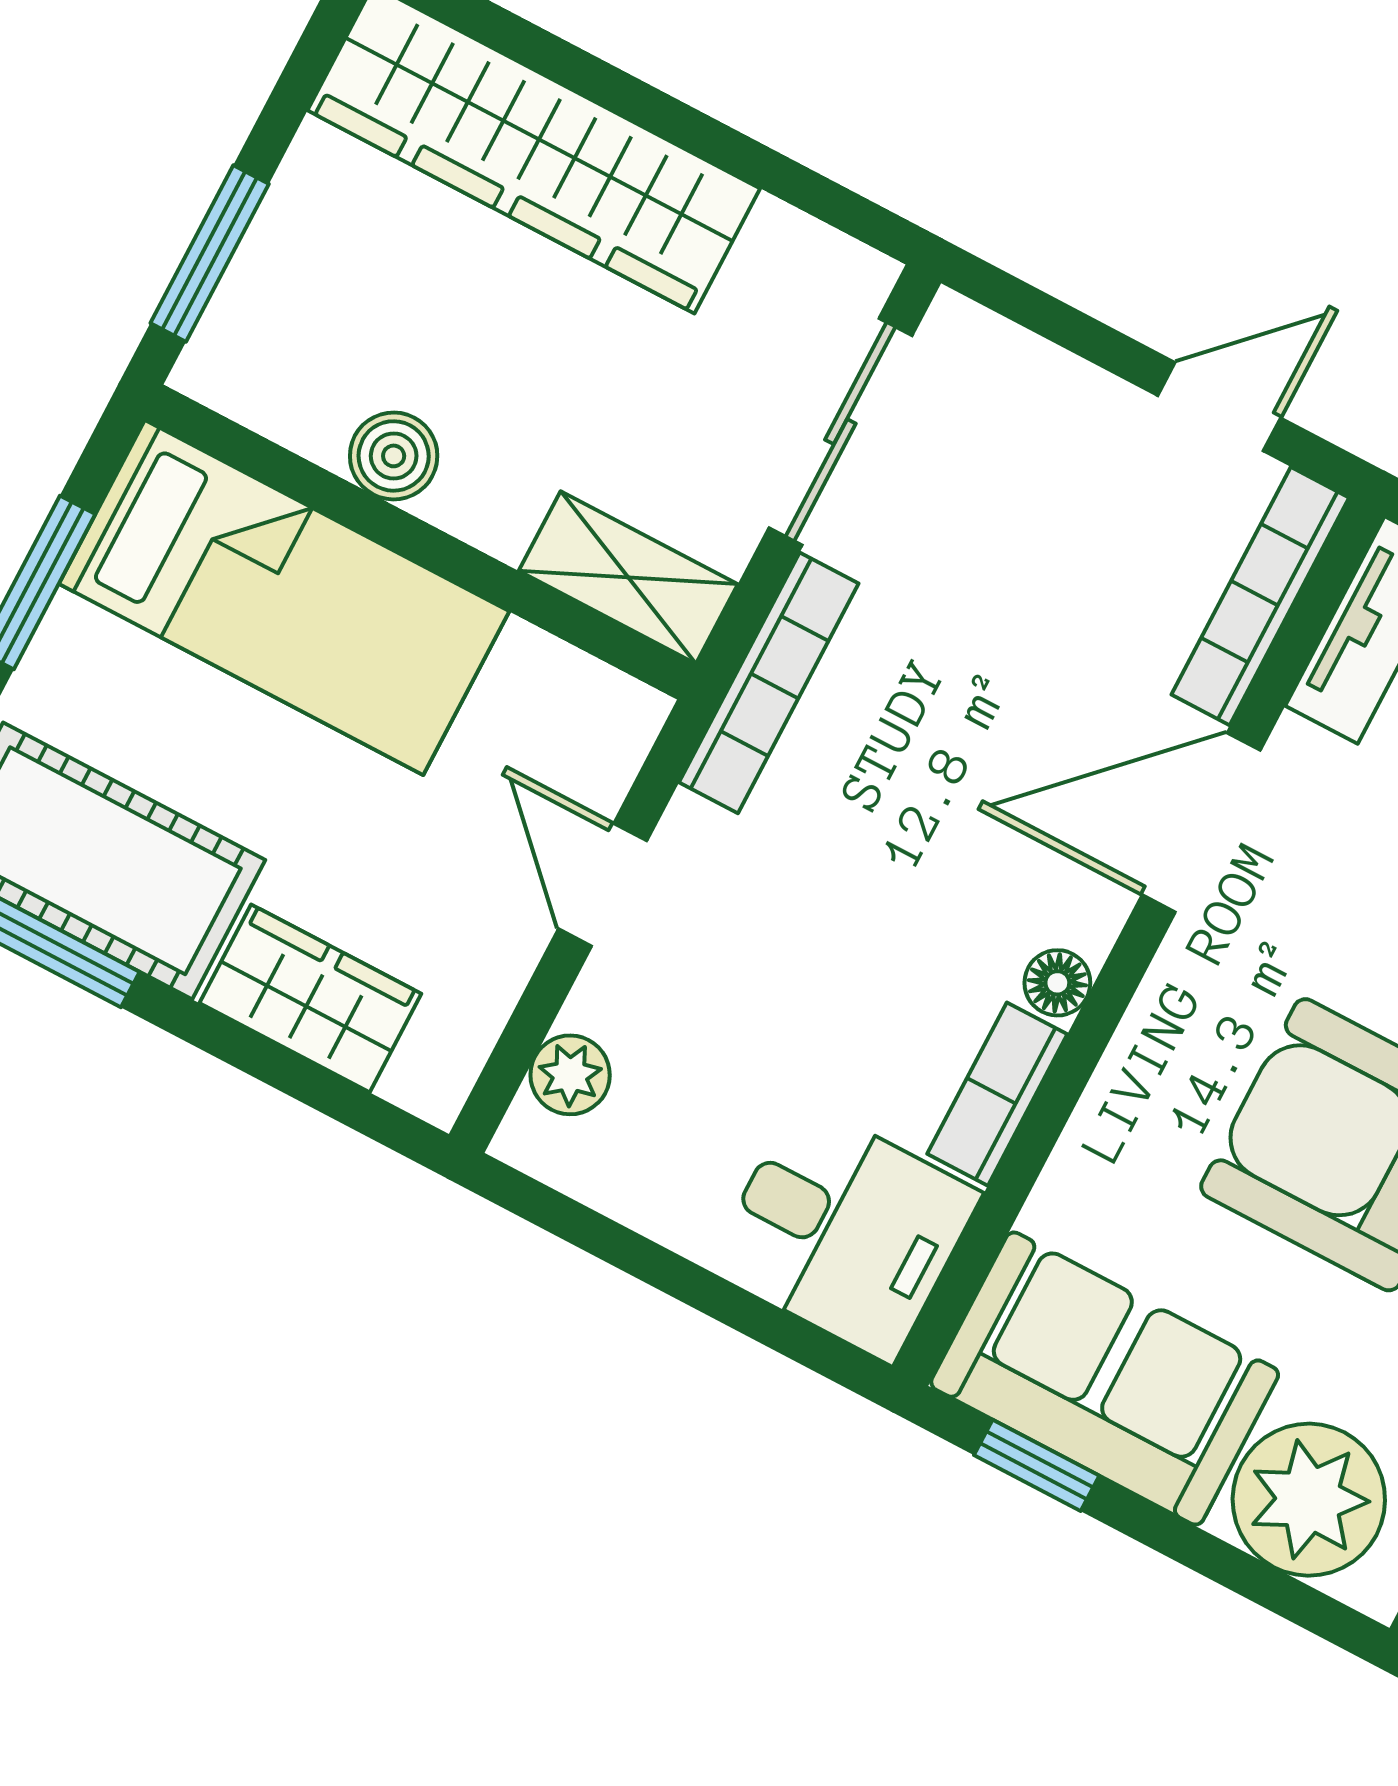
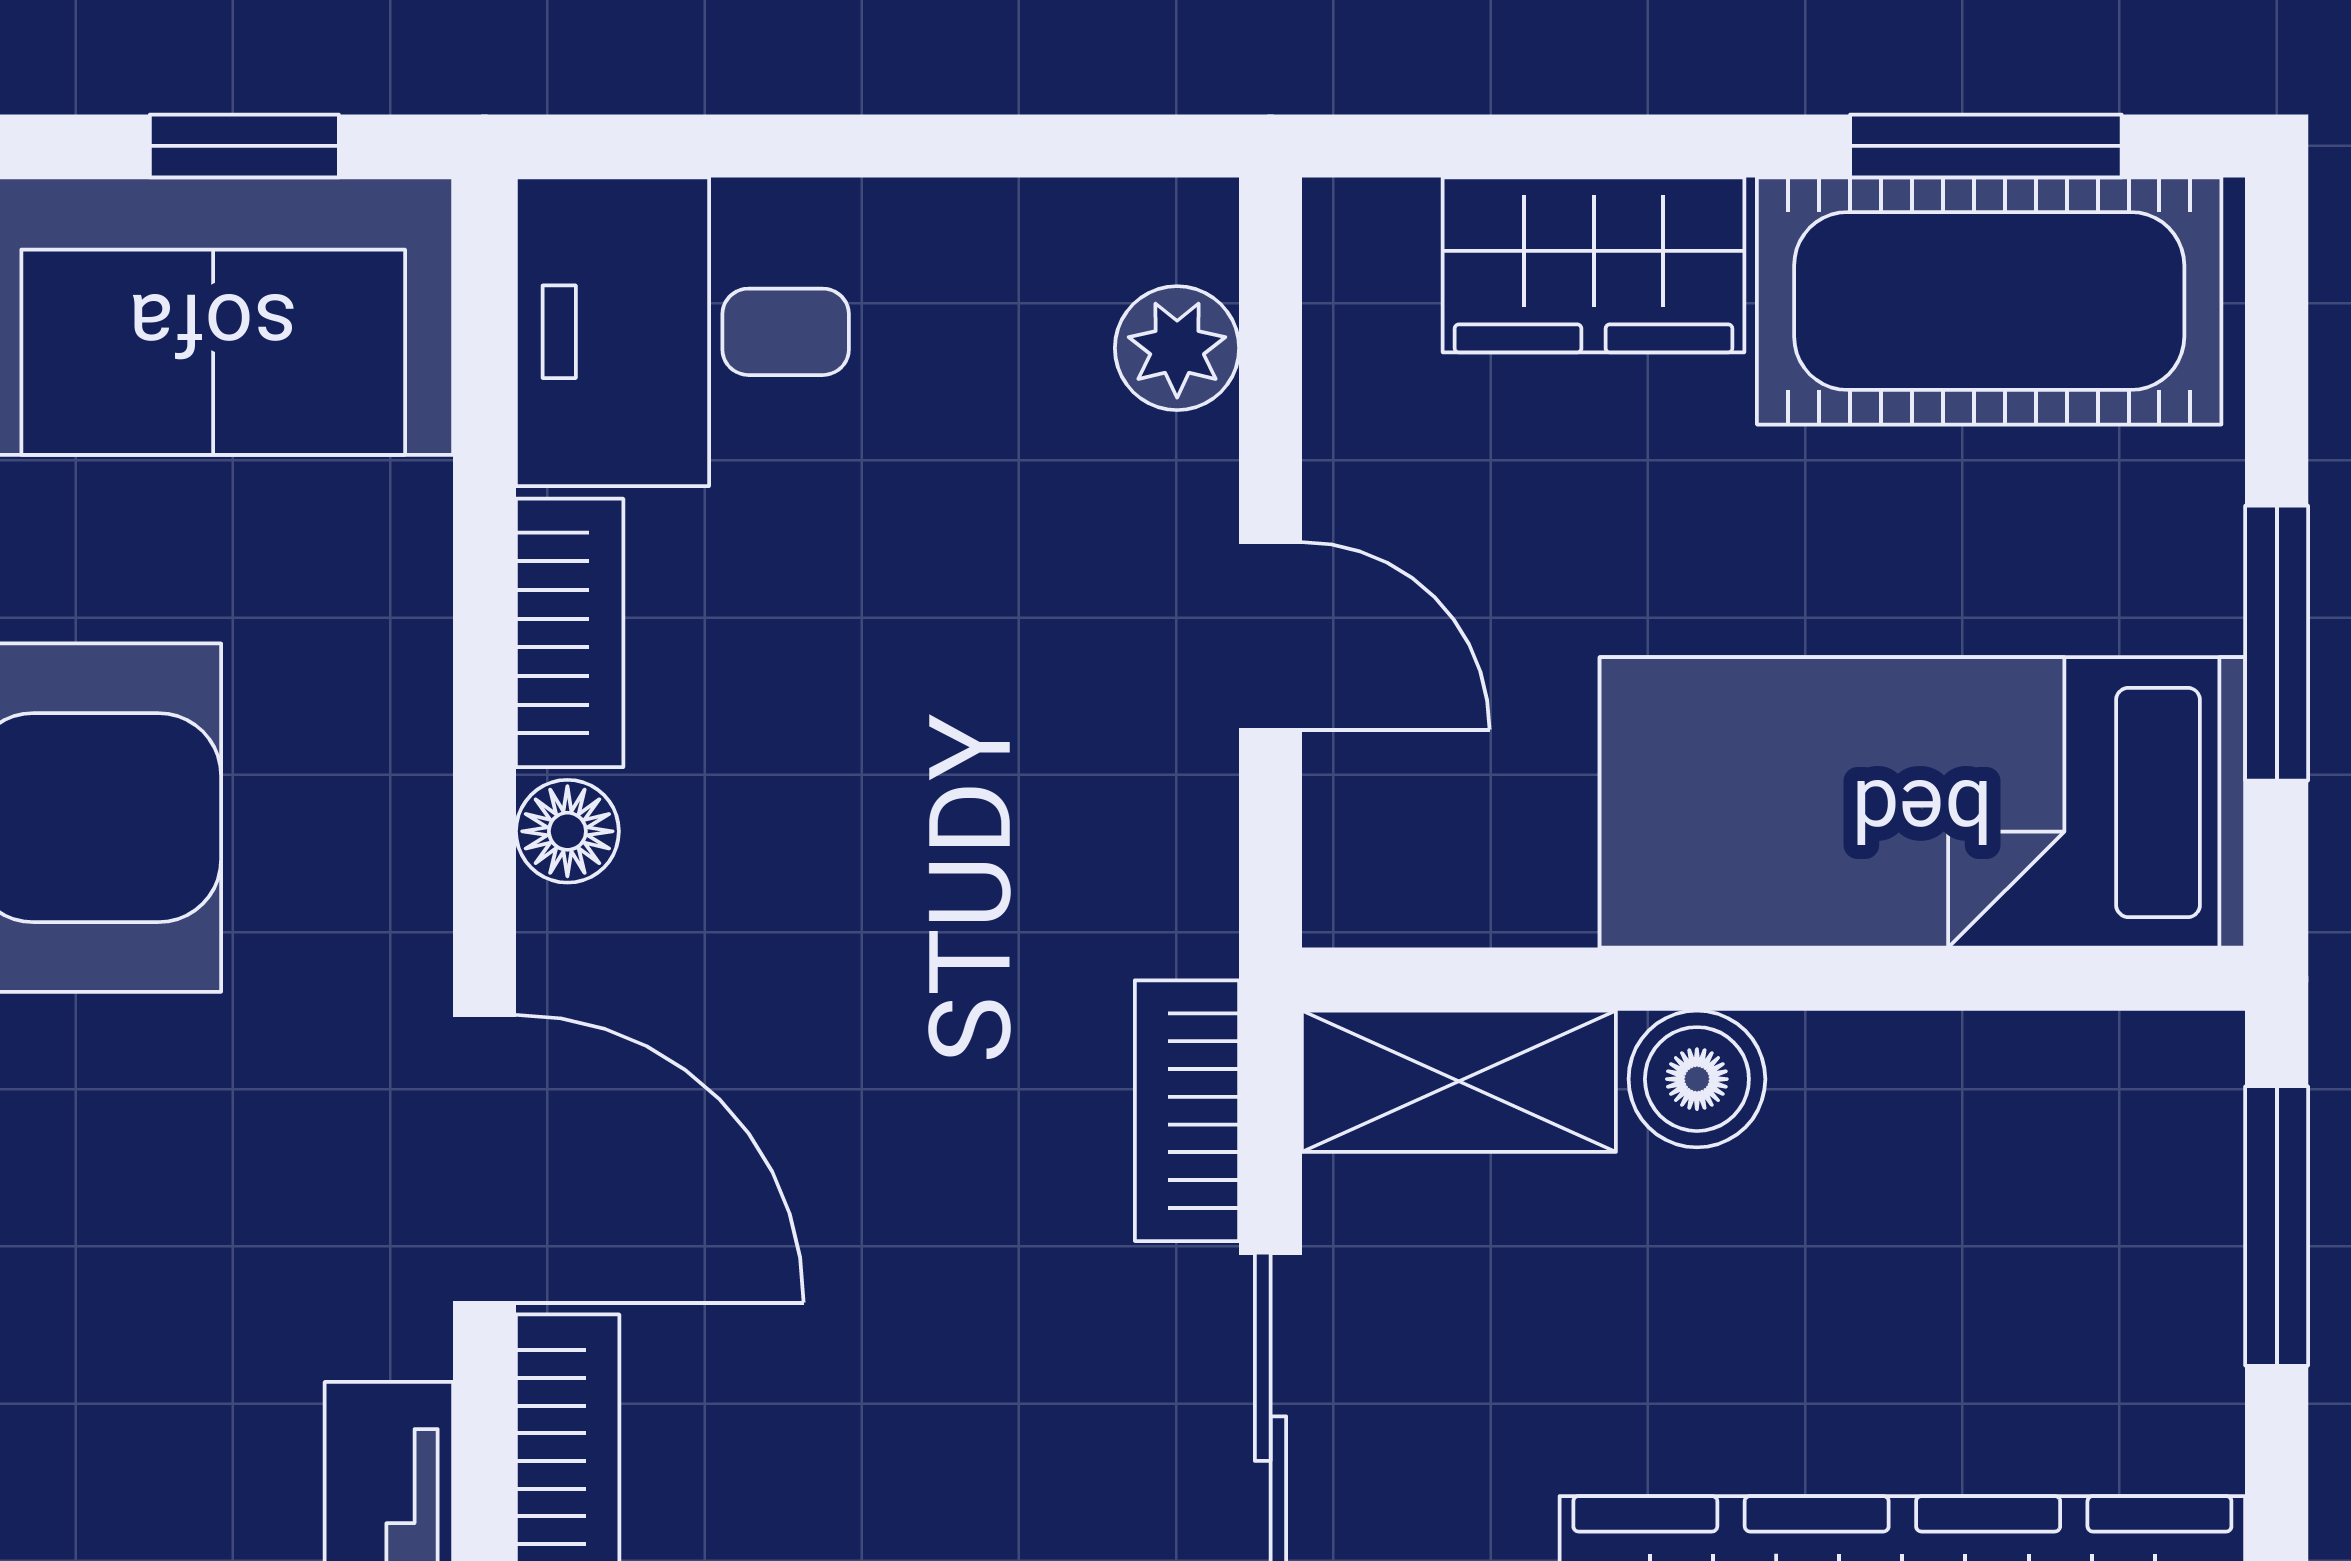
boiler: (394, 456) -> (1697, 1079), moved
bookcase: (769, 683) -> (1187, 1111), width x0.64
door: (1201, 823) -> (484, 1159), hinge flipped

